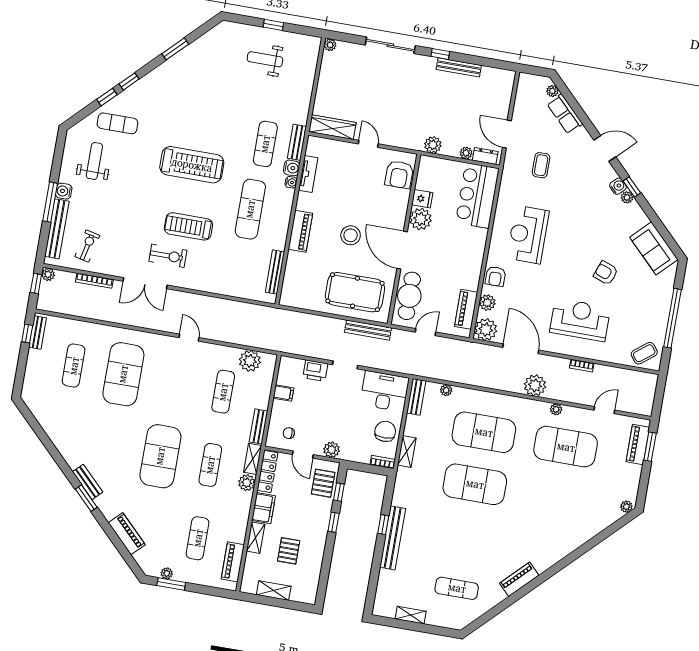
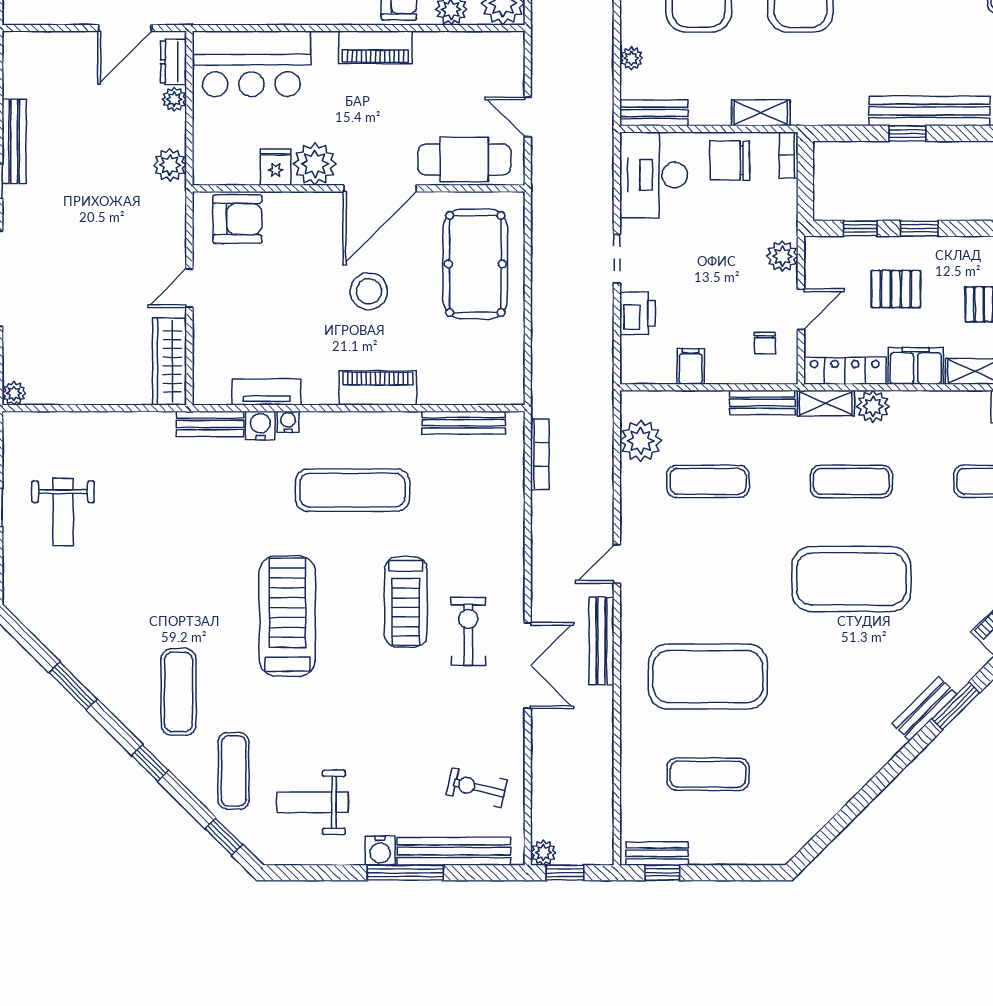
window: (107, 97) -> (224, 837), moved
exercise mat: (265, 144) -> (179, 692), moved, turned 90
bookcase: (94, 281) -> (540, 454), moved
piano: (466, 309) -> (375, 47), moved
bench: (368, 330) -> (602, 641), moved
pallet: (323, 483) -> (896, 289), moved

